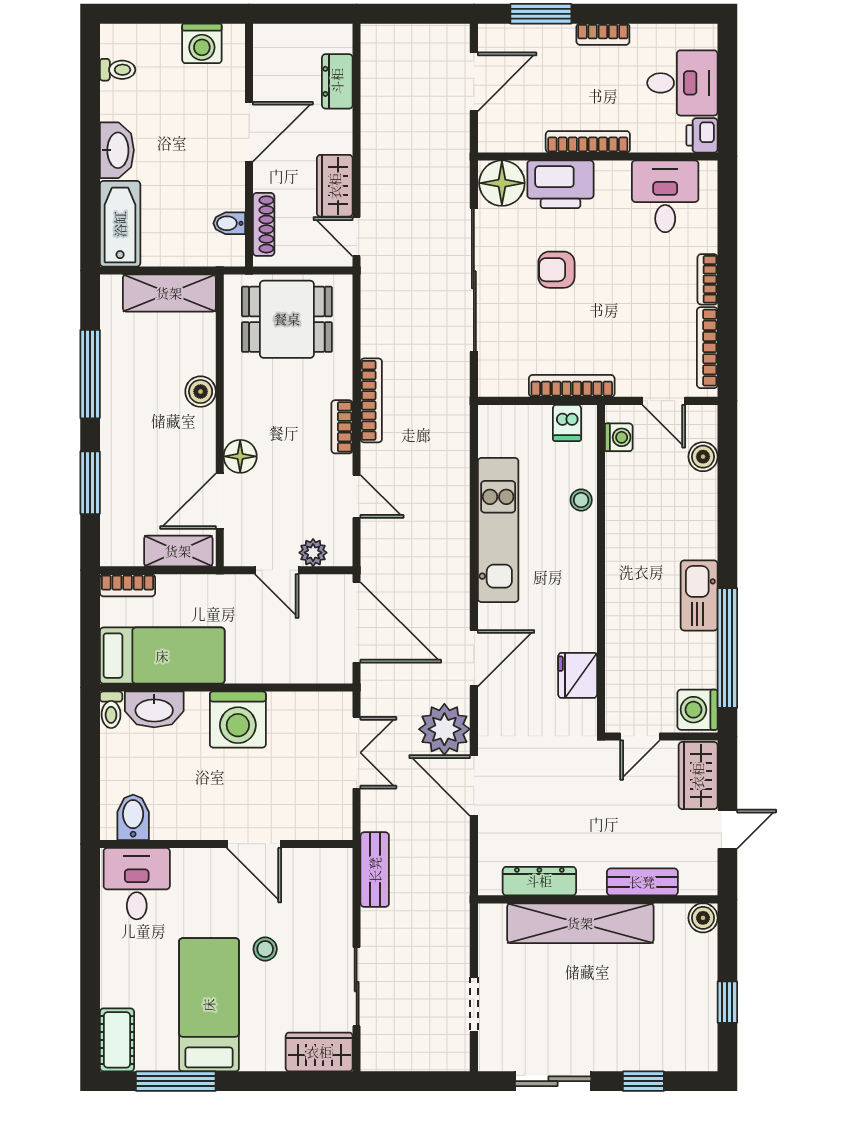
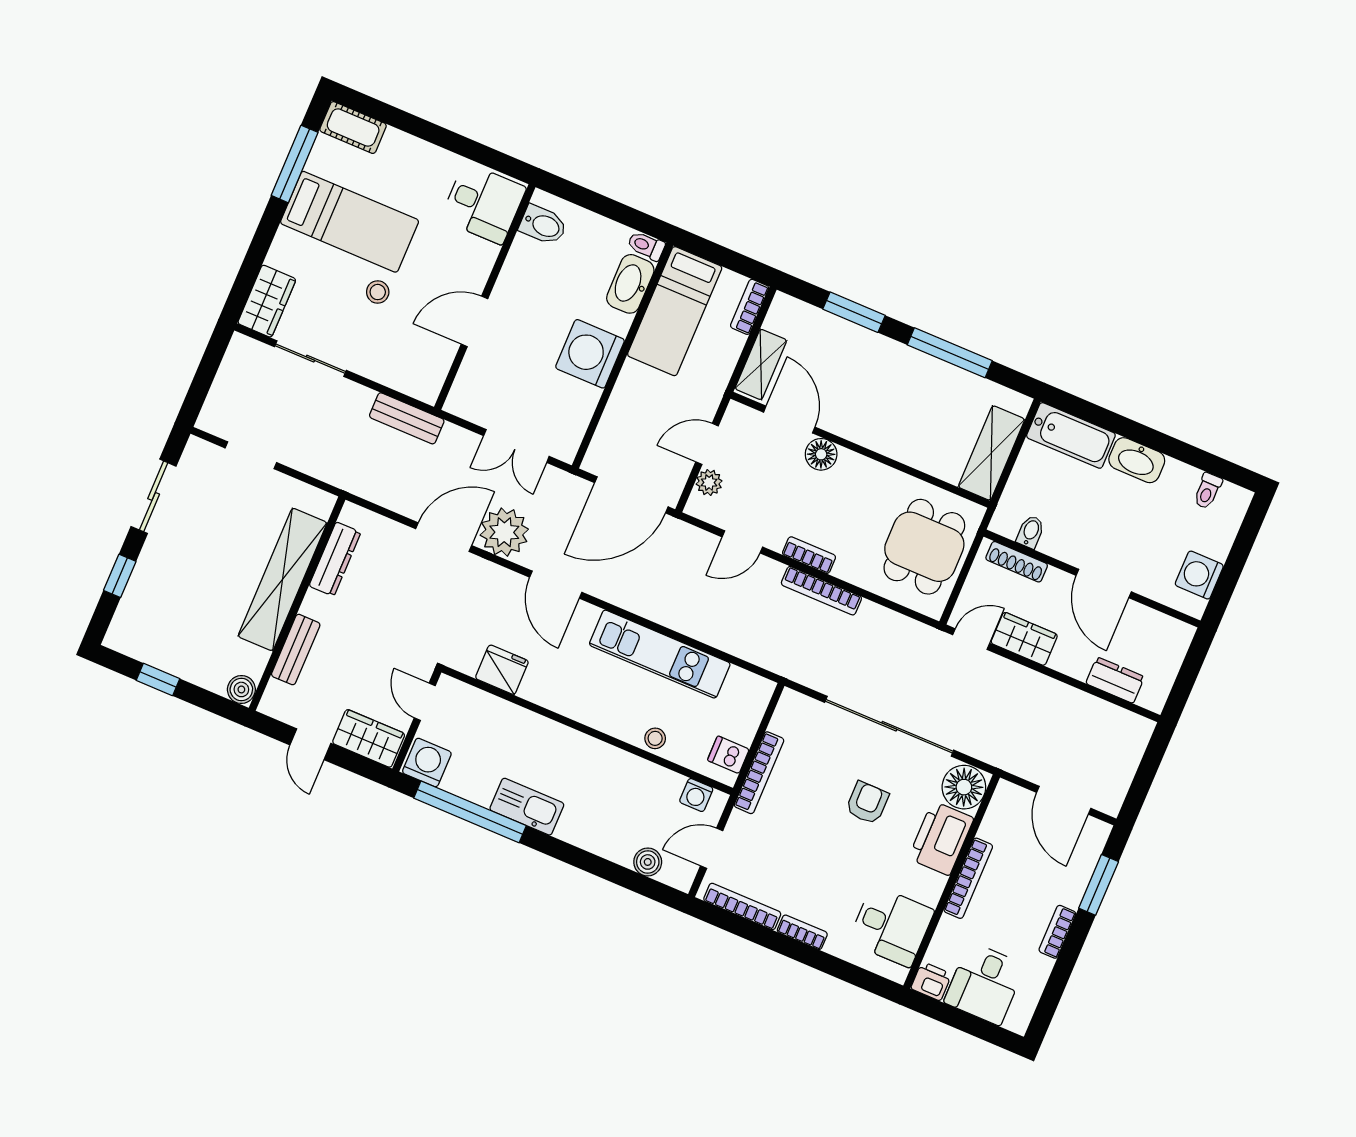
boiler: (201, 392) -> (893, 444), removed

